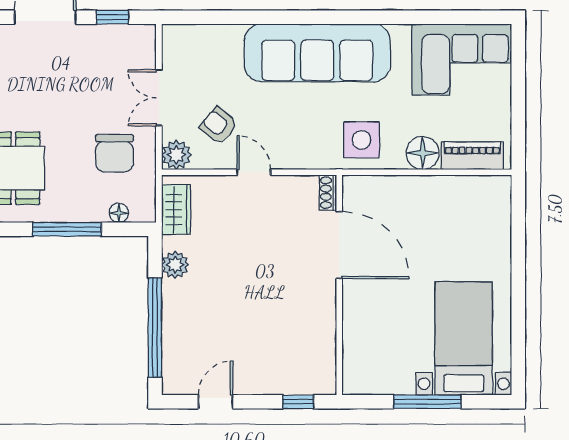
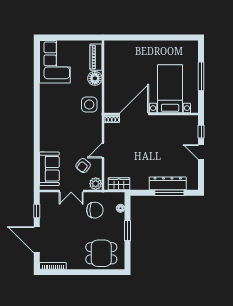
sofa: (317, 53) -> (49, 169), moved, width x0.54, depth x0.79
window: (67, 229) -> (127, 230), width x0.69
plant: (175, 265) -> (143, 184), removed
dresser: (177, 324) -> (168, 183), added
window: (155, 328) -> (169, 193), width x0.68
bed with nightstands: (464, 338) -> (170, 89), moved, turned 90
door: (216, 402) -> (201, 152), moved

